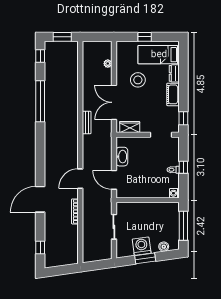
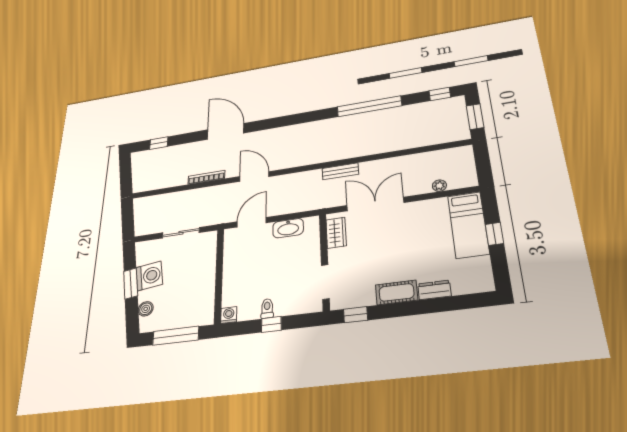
bed: (159, 55) -> (468, 225), moved, turned 180
stool: (138, 80) -> (417, 234), removed

